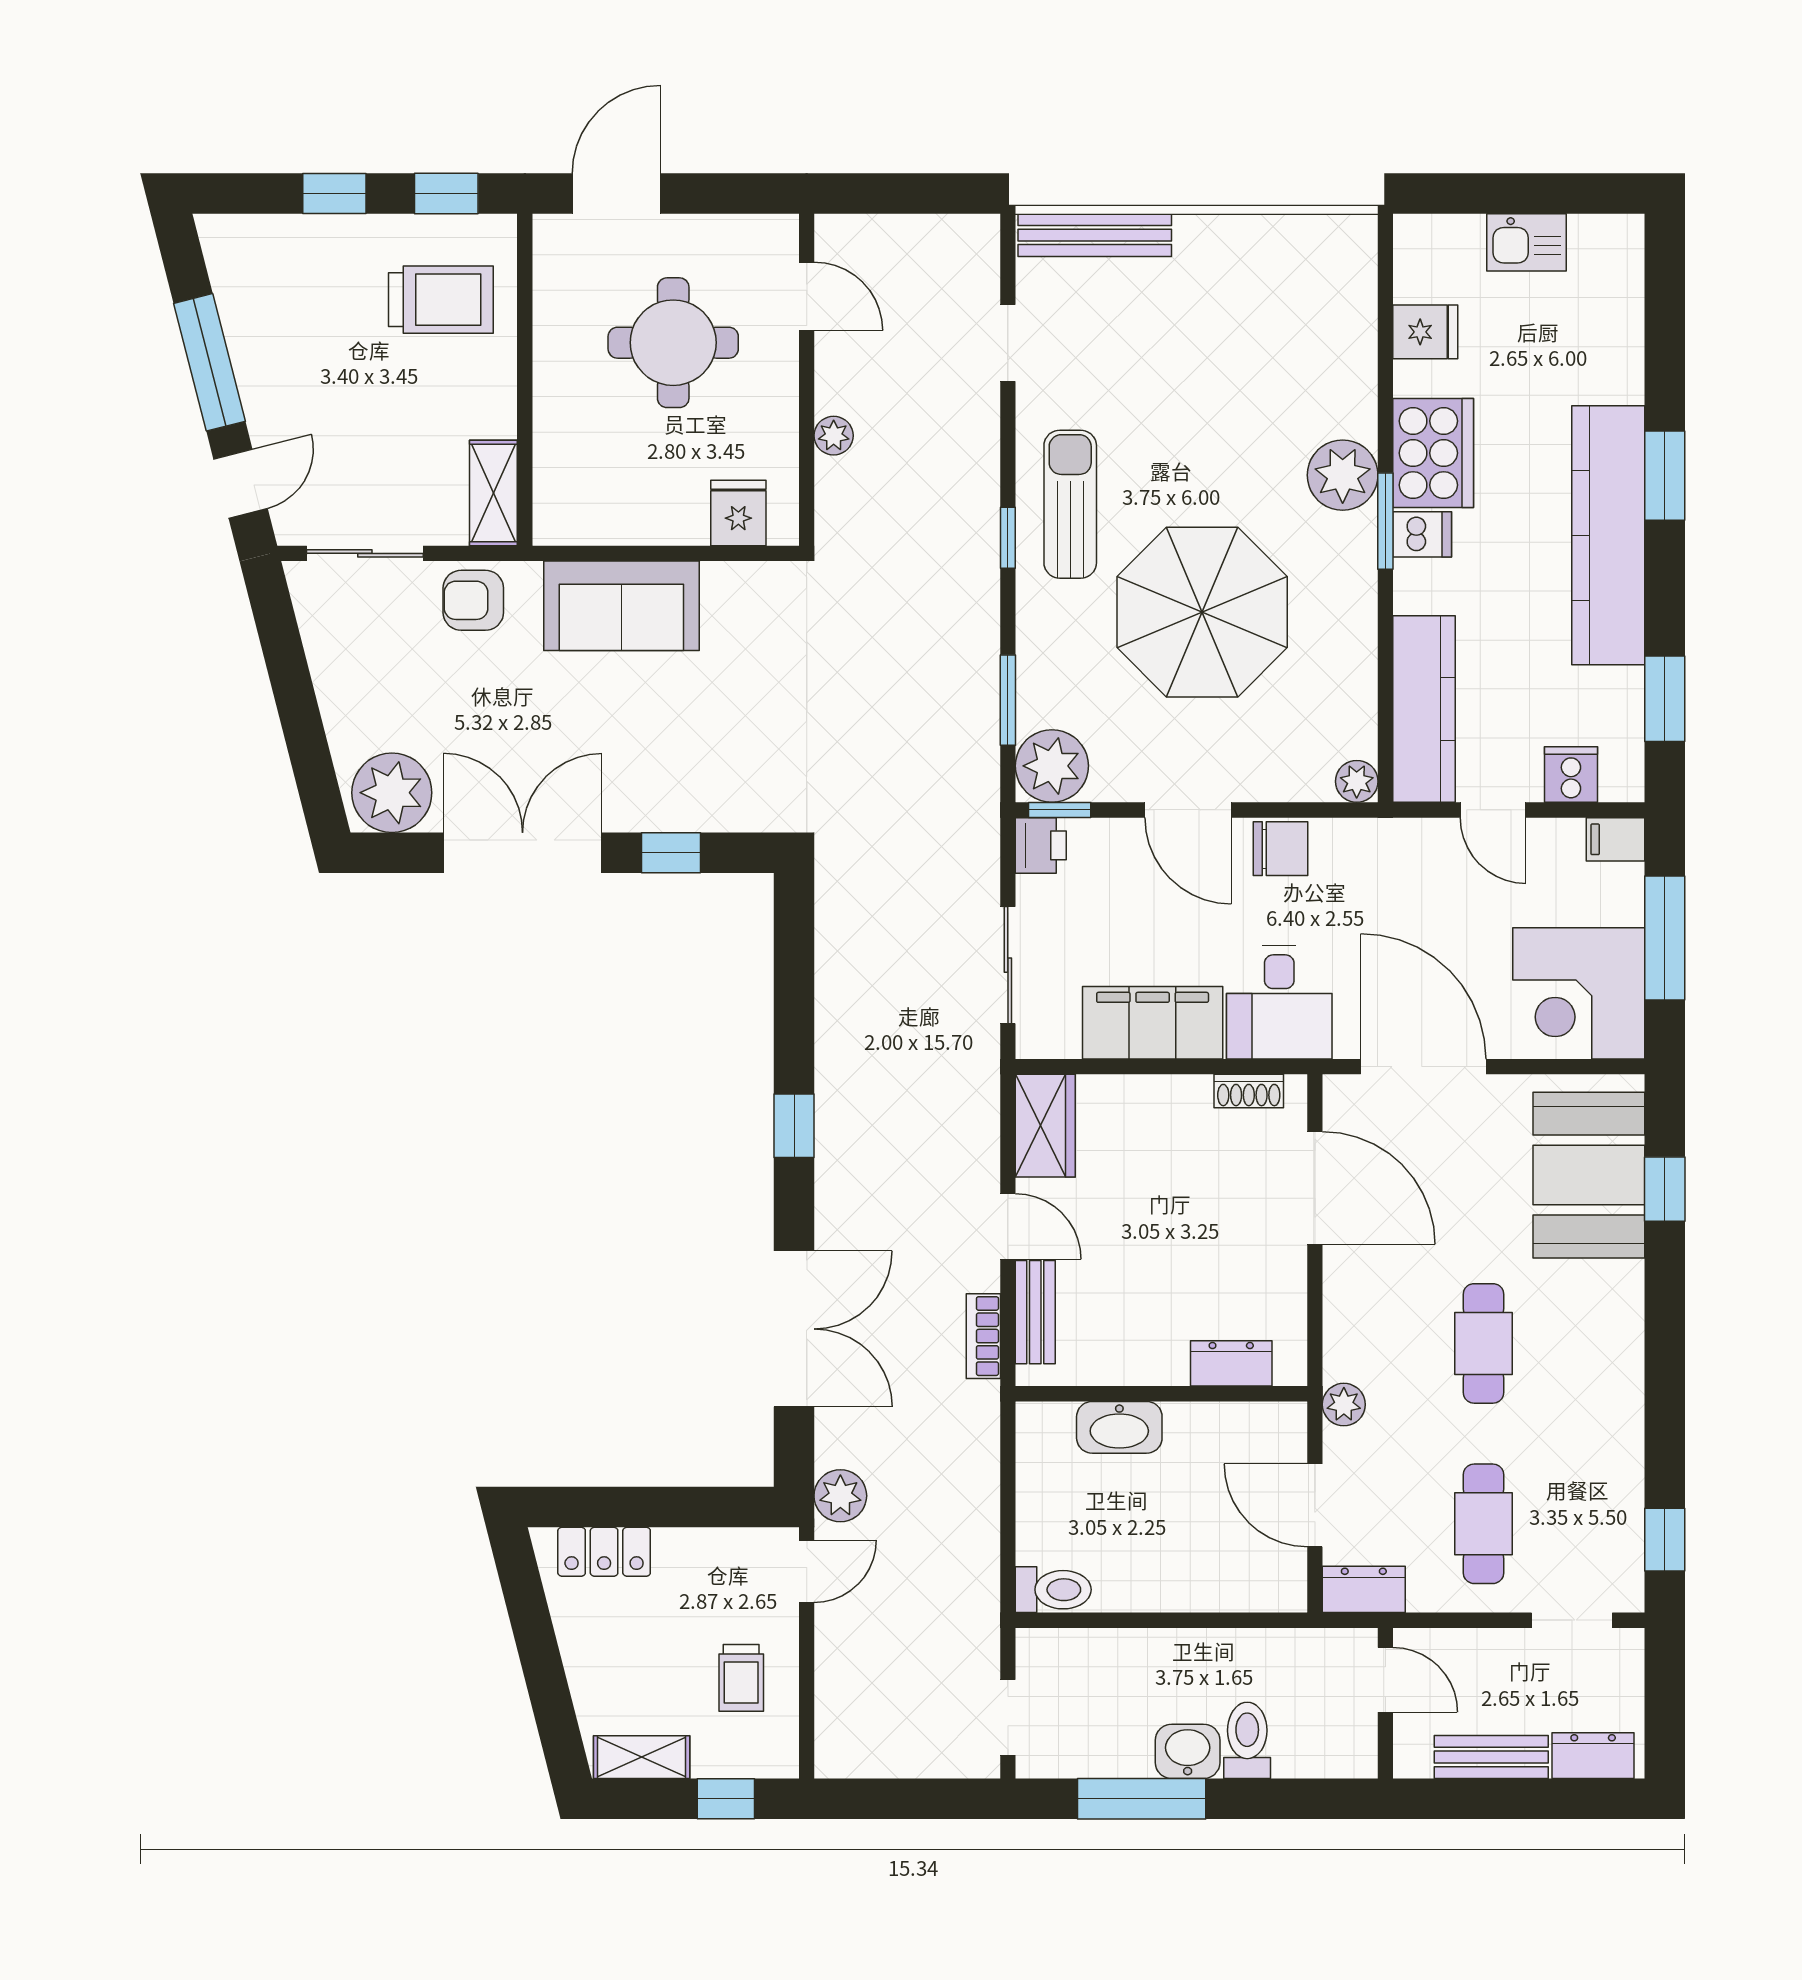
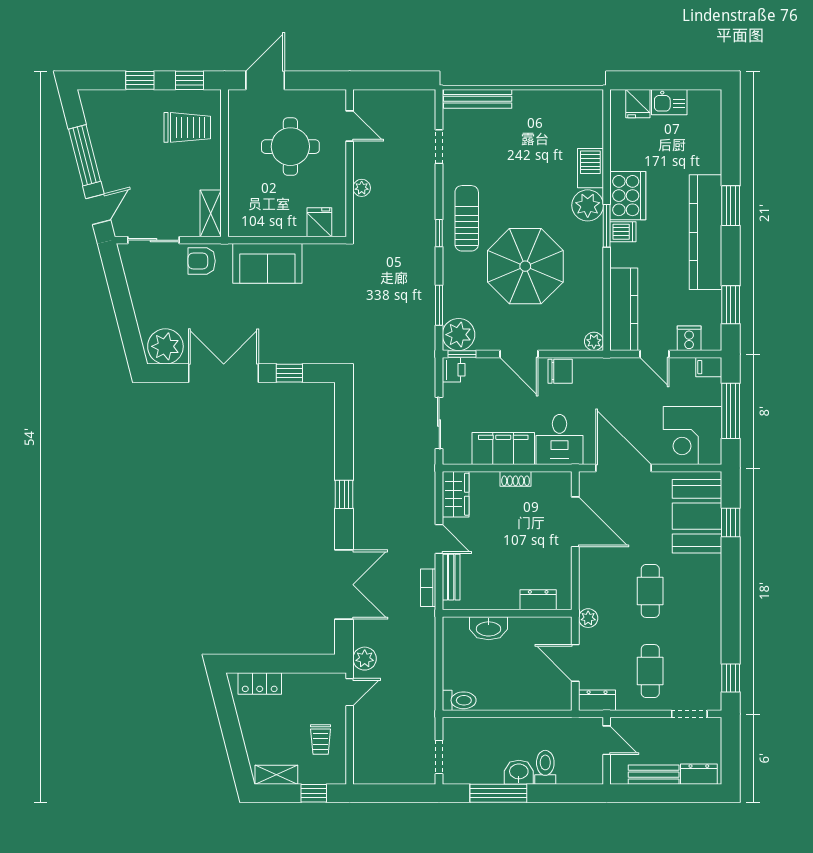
fridge: (1425, 332) -> (638, 104), moved, turned 90
barbecue: (1349, 391) -> (590, 168), added
shoe rack: (1249, 1091) -> (516, 479), moved

